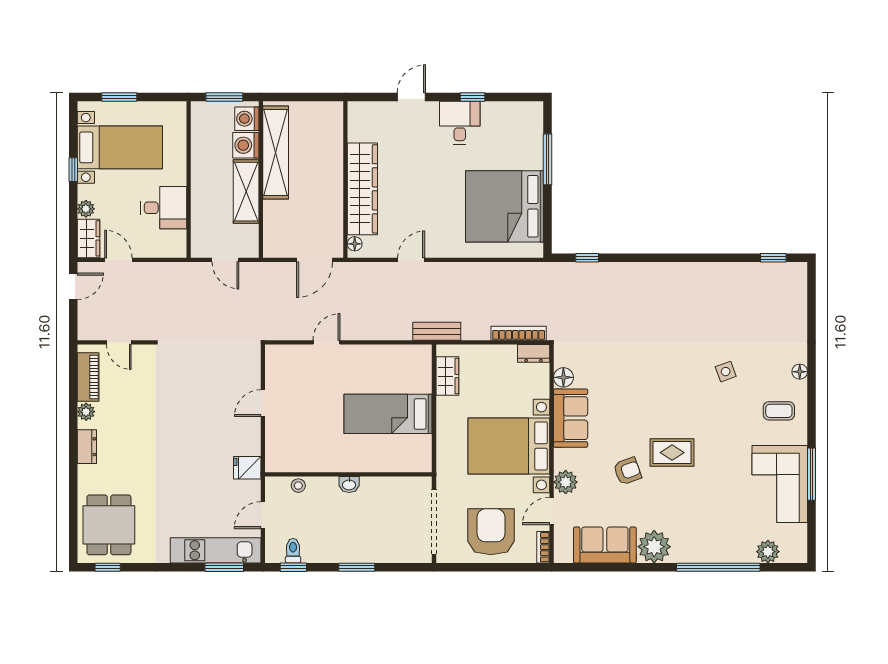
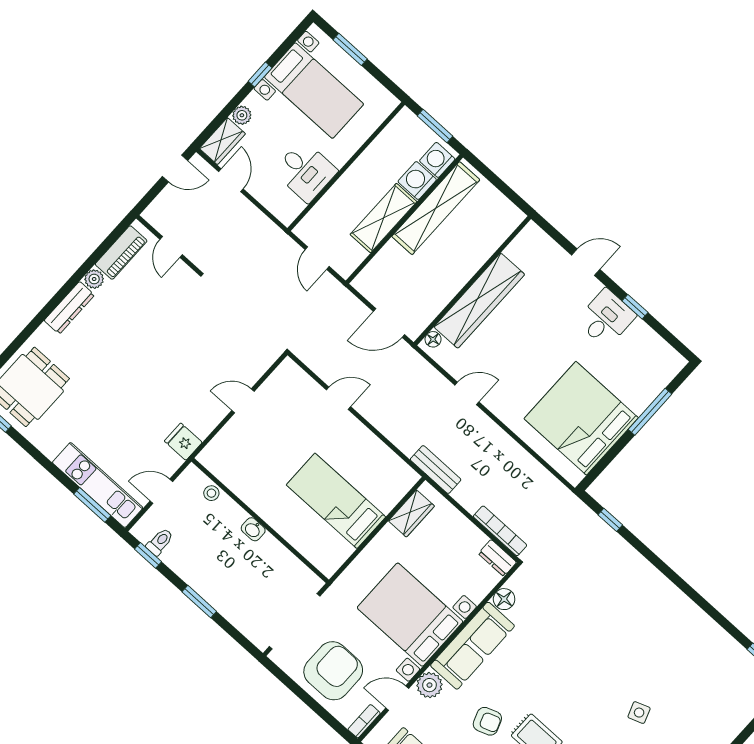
sofa: (571, 418) -> (472, 646), width x1.36
dresser: (87, 447) -> (69, 308), width x1.44

